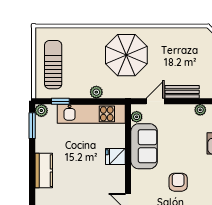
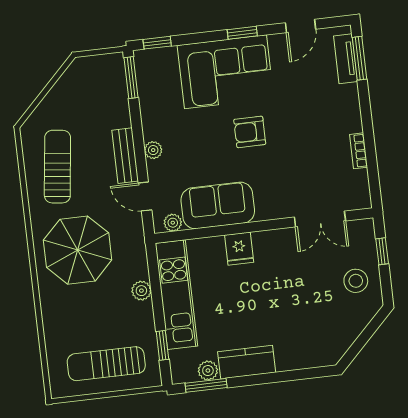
sun lounger: (180, 49) -> (57, 167), added
plant: (200, 110) -> (153, 150), moved
plant: (41, 111) -> (208, 371), moved
kitchen counter: (44, 171) -> (247, 362), moved
armchair: (178, 182) -> (250, 132), moved

